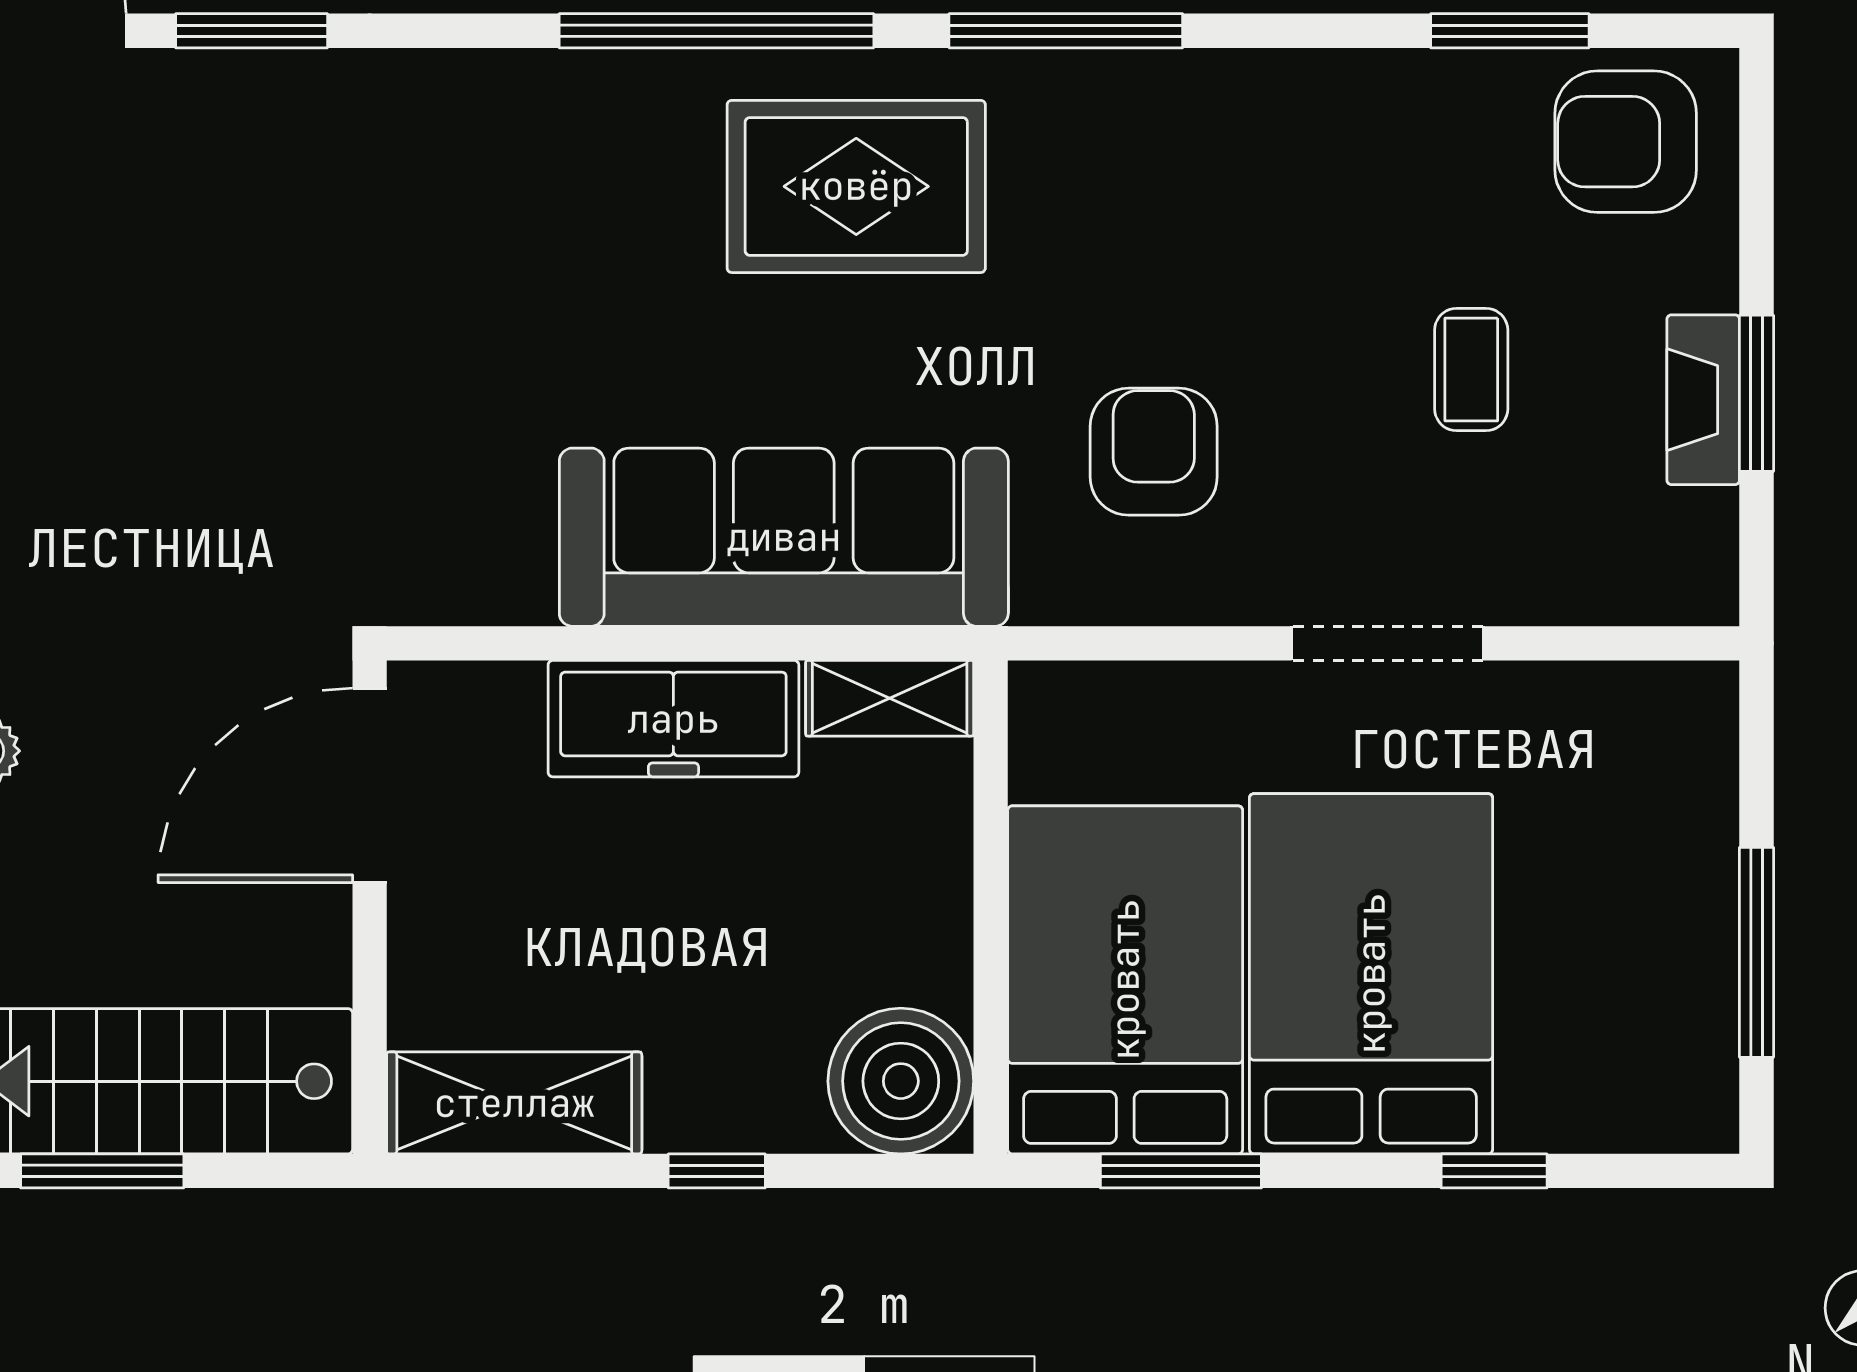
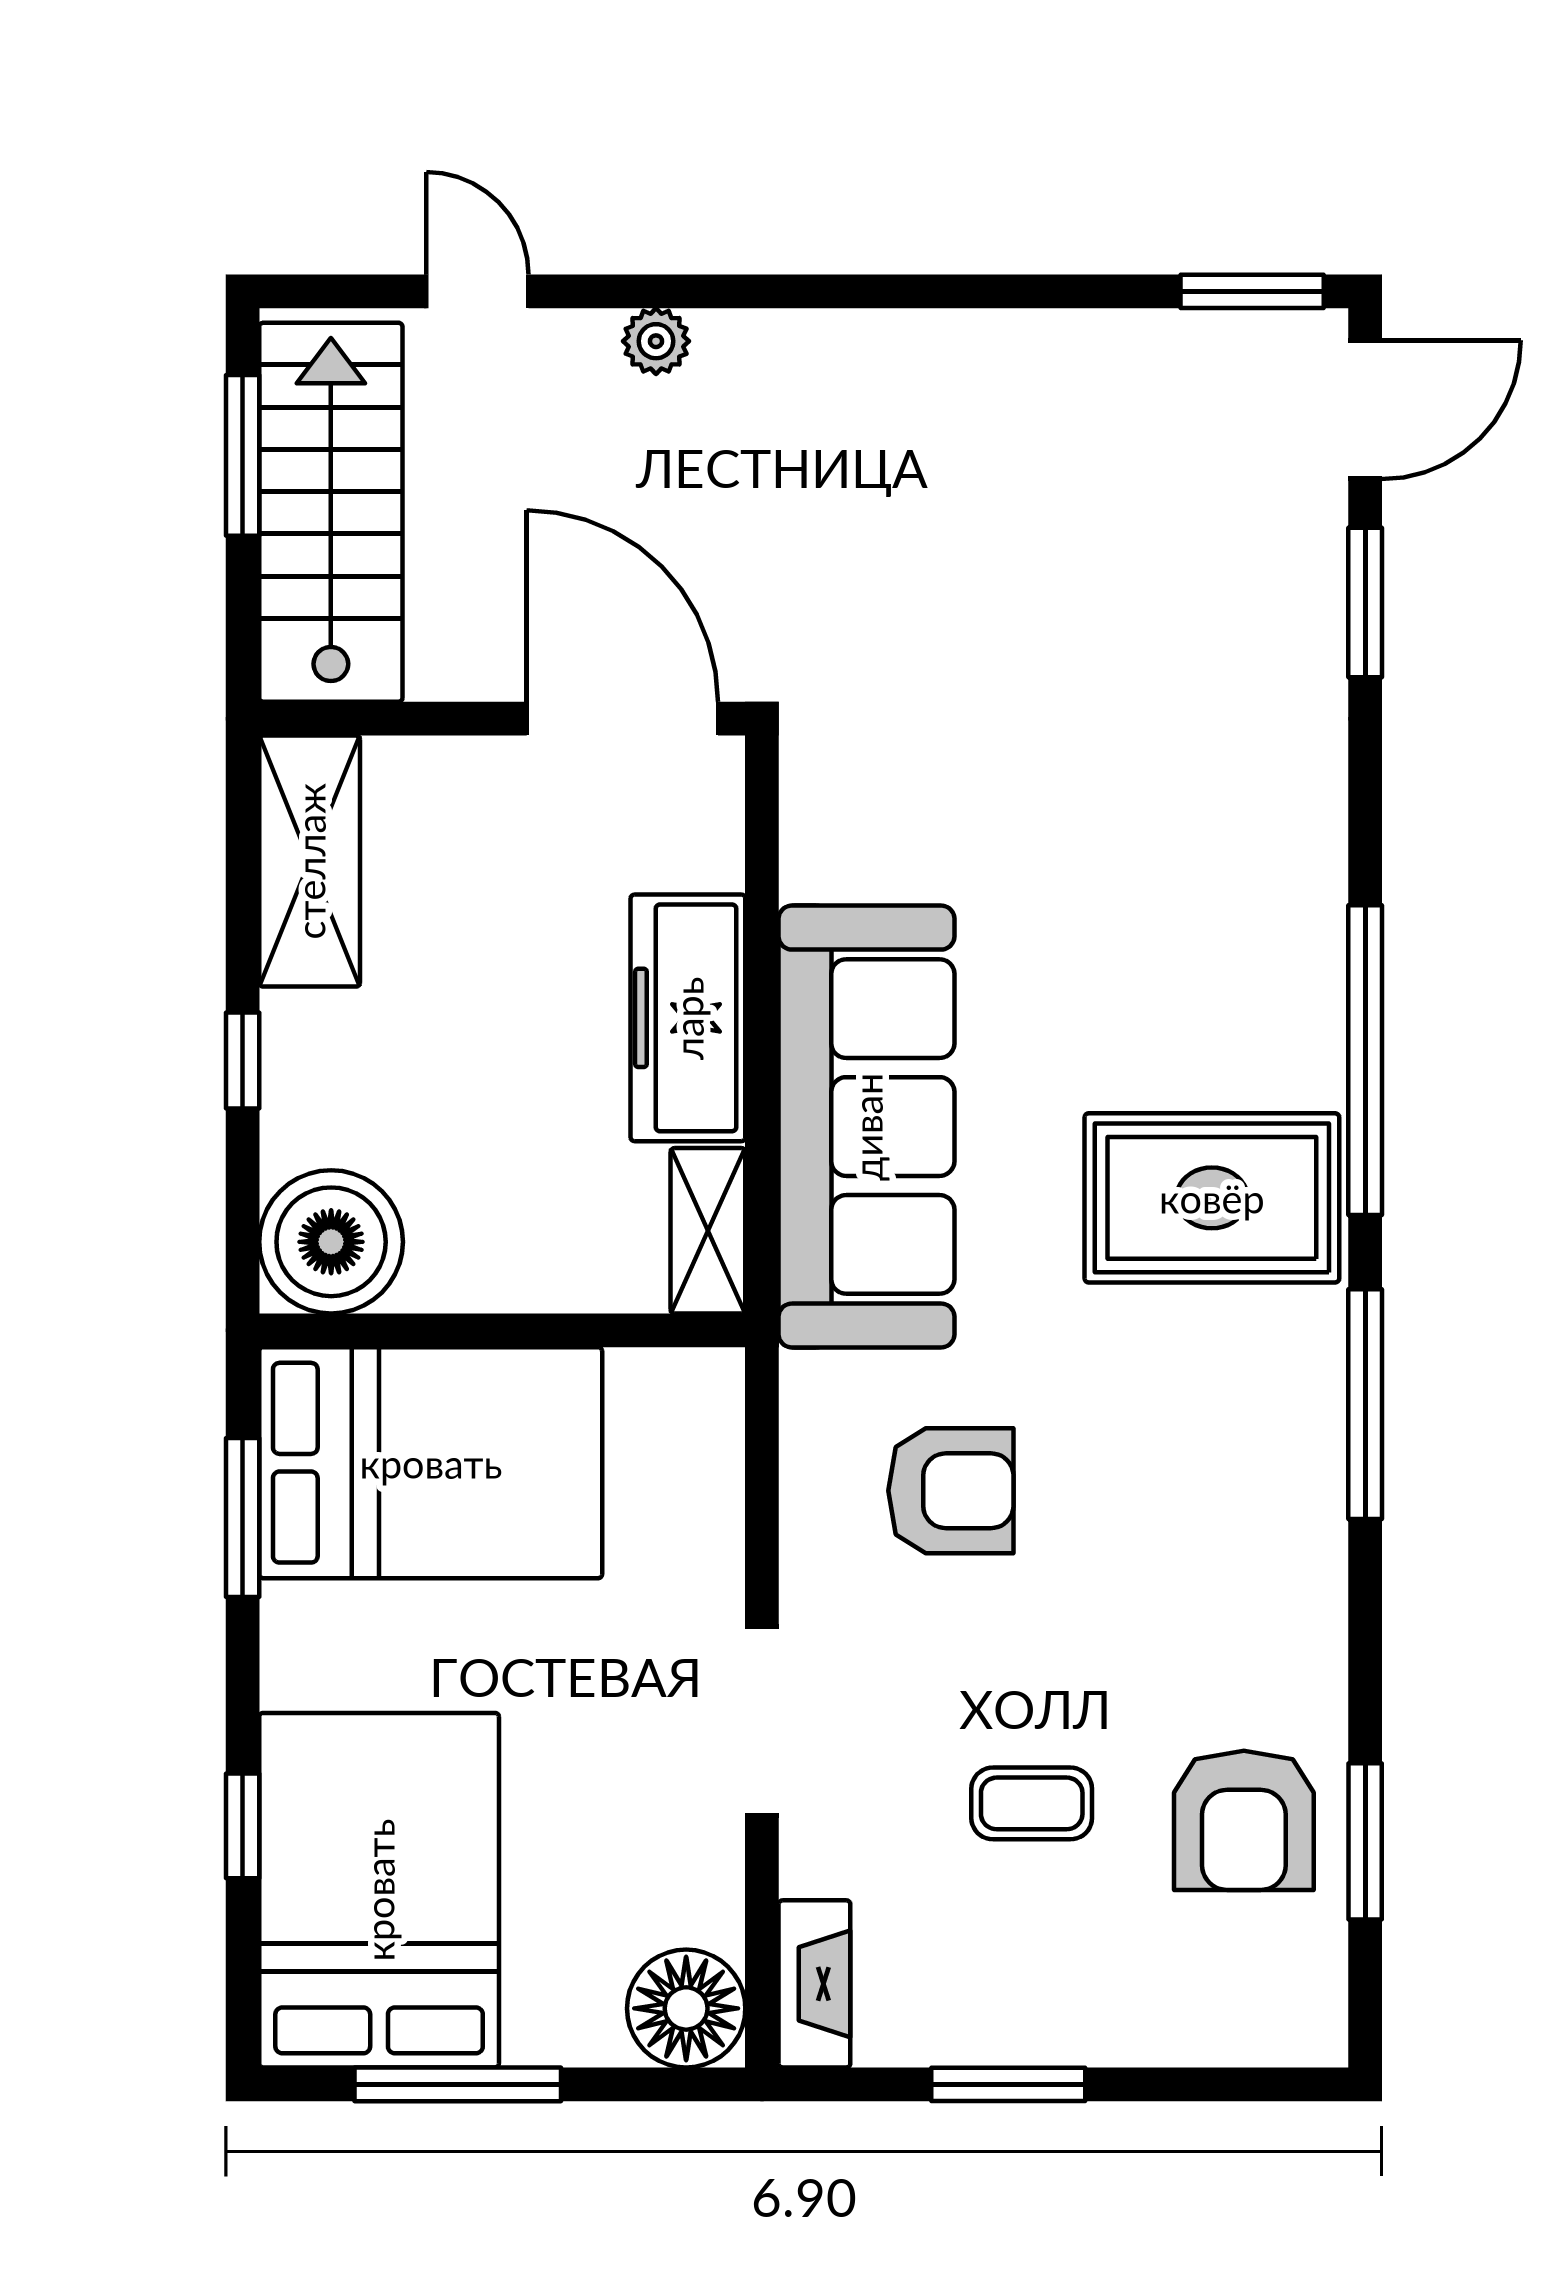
armchair: (1626, 142) -> (1244, 1820), moved, turned 180
rug: (856, 186) -> (1212, 1198), turned 90
fireplace: (1703, 400) -> (814, 1984), moved, turned 90
floor lamp: (1680, 720) -> (686, 2008), added
bed: (1371, 974) -> (379, 1890), moved, turned -90

